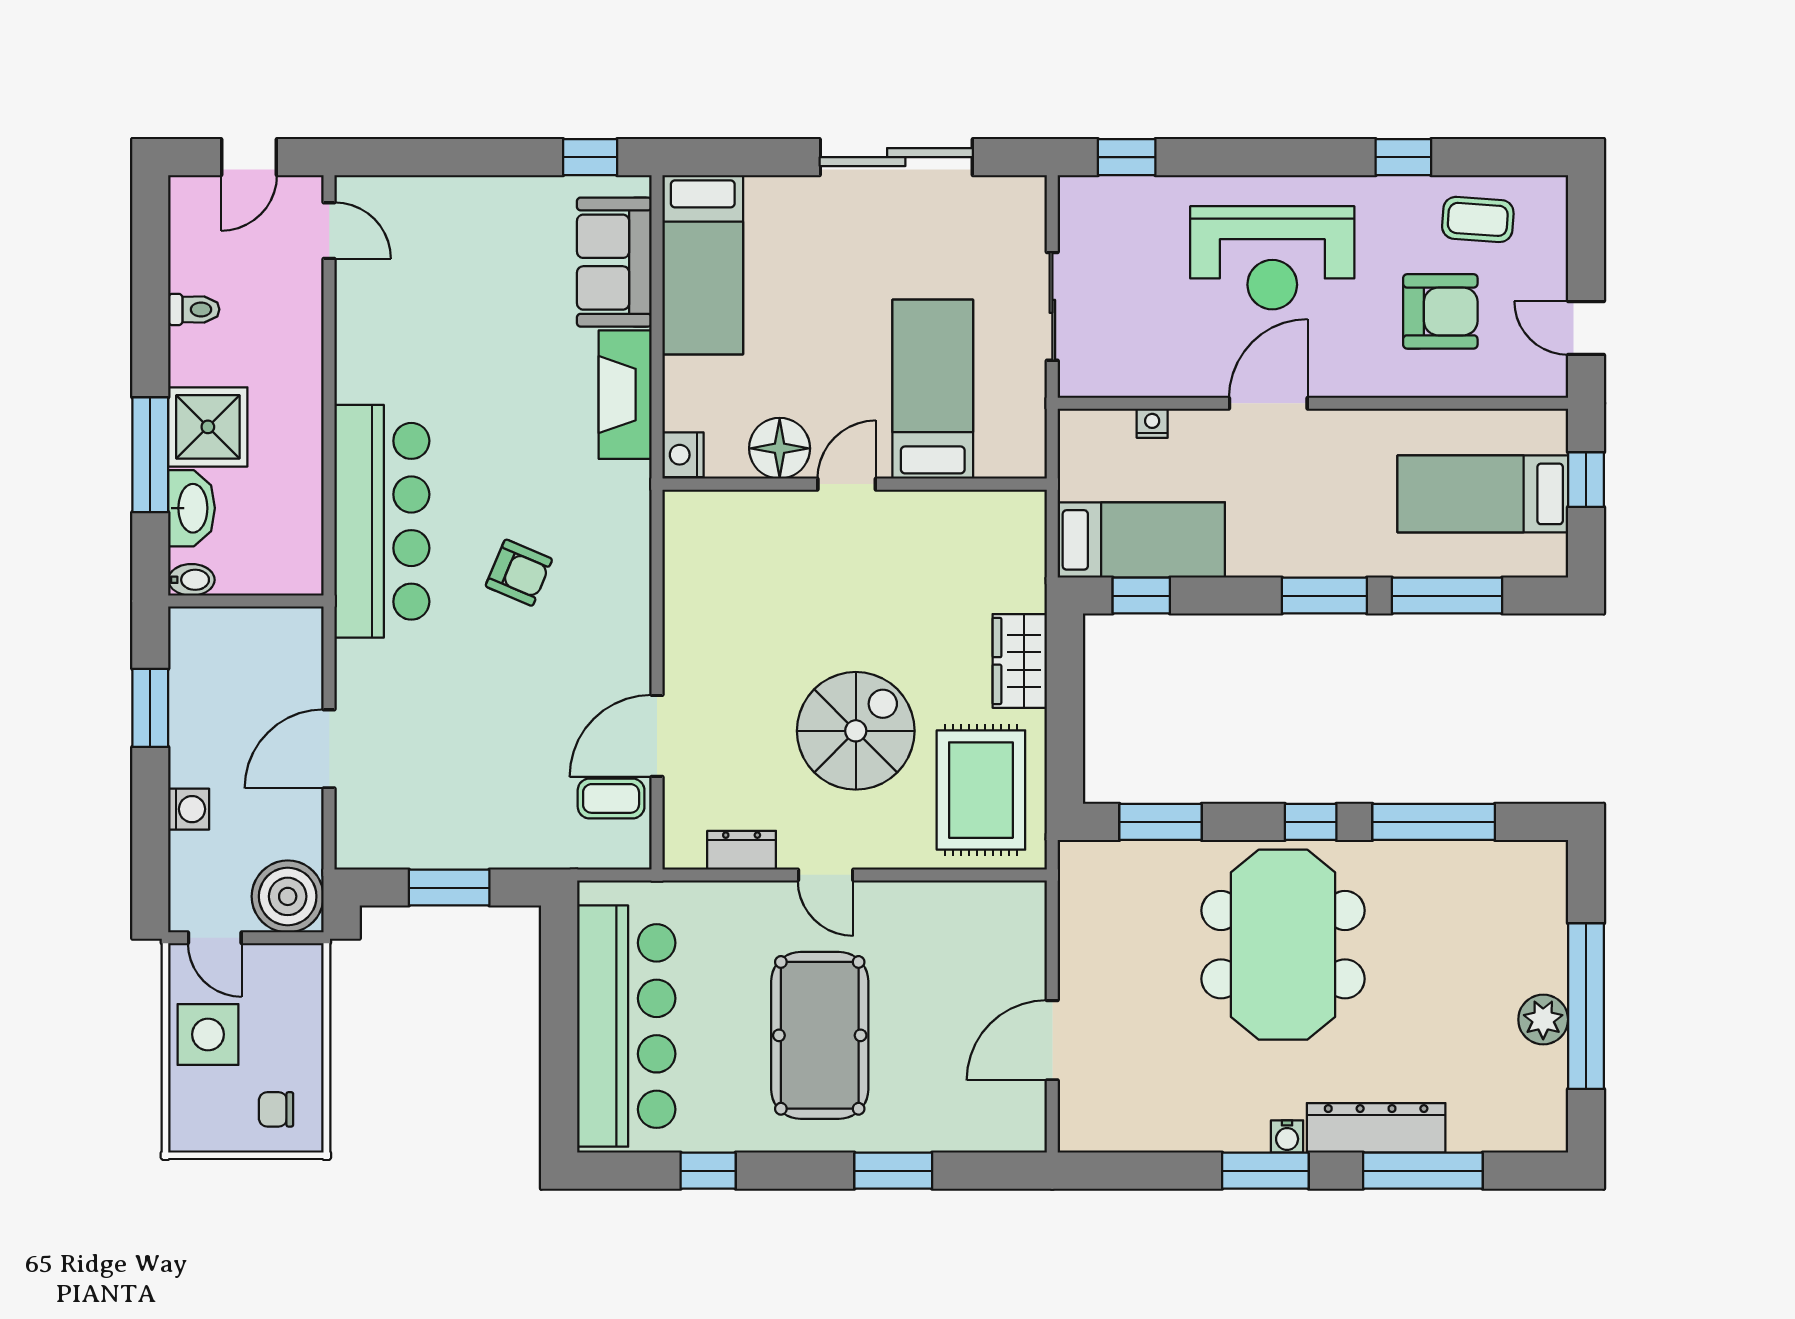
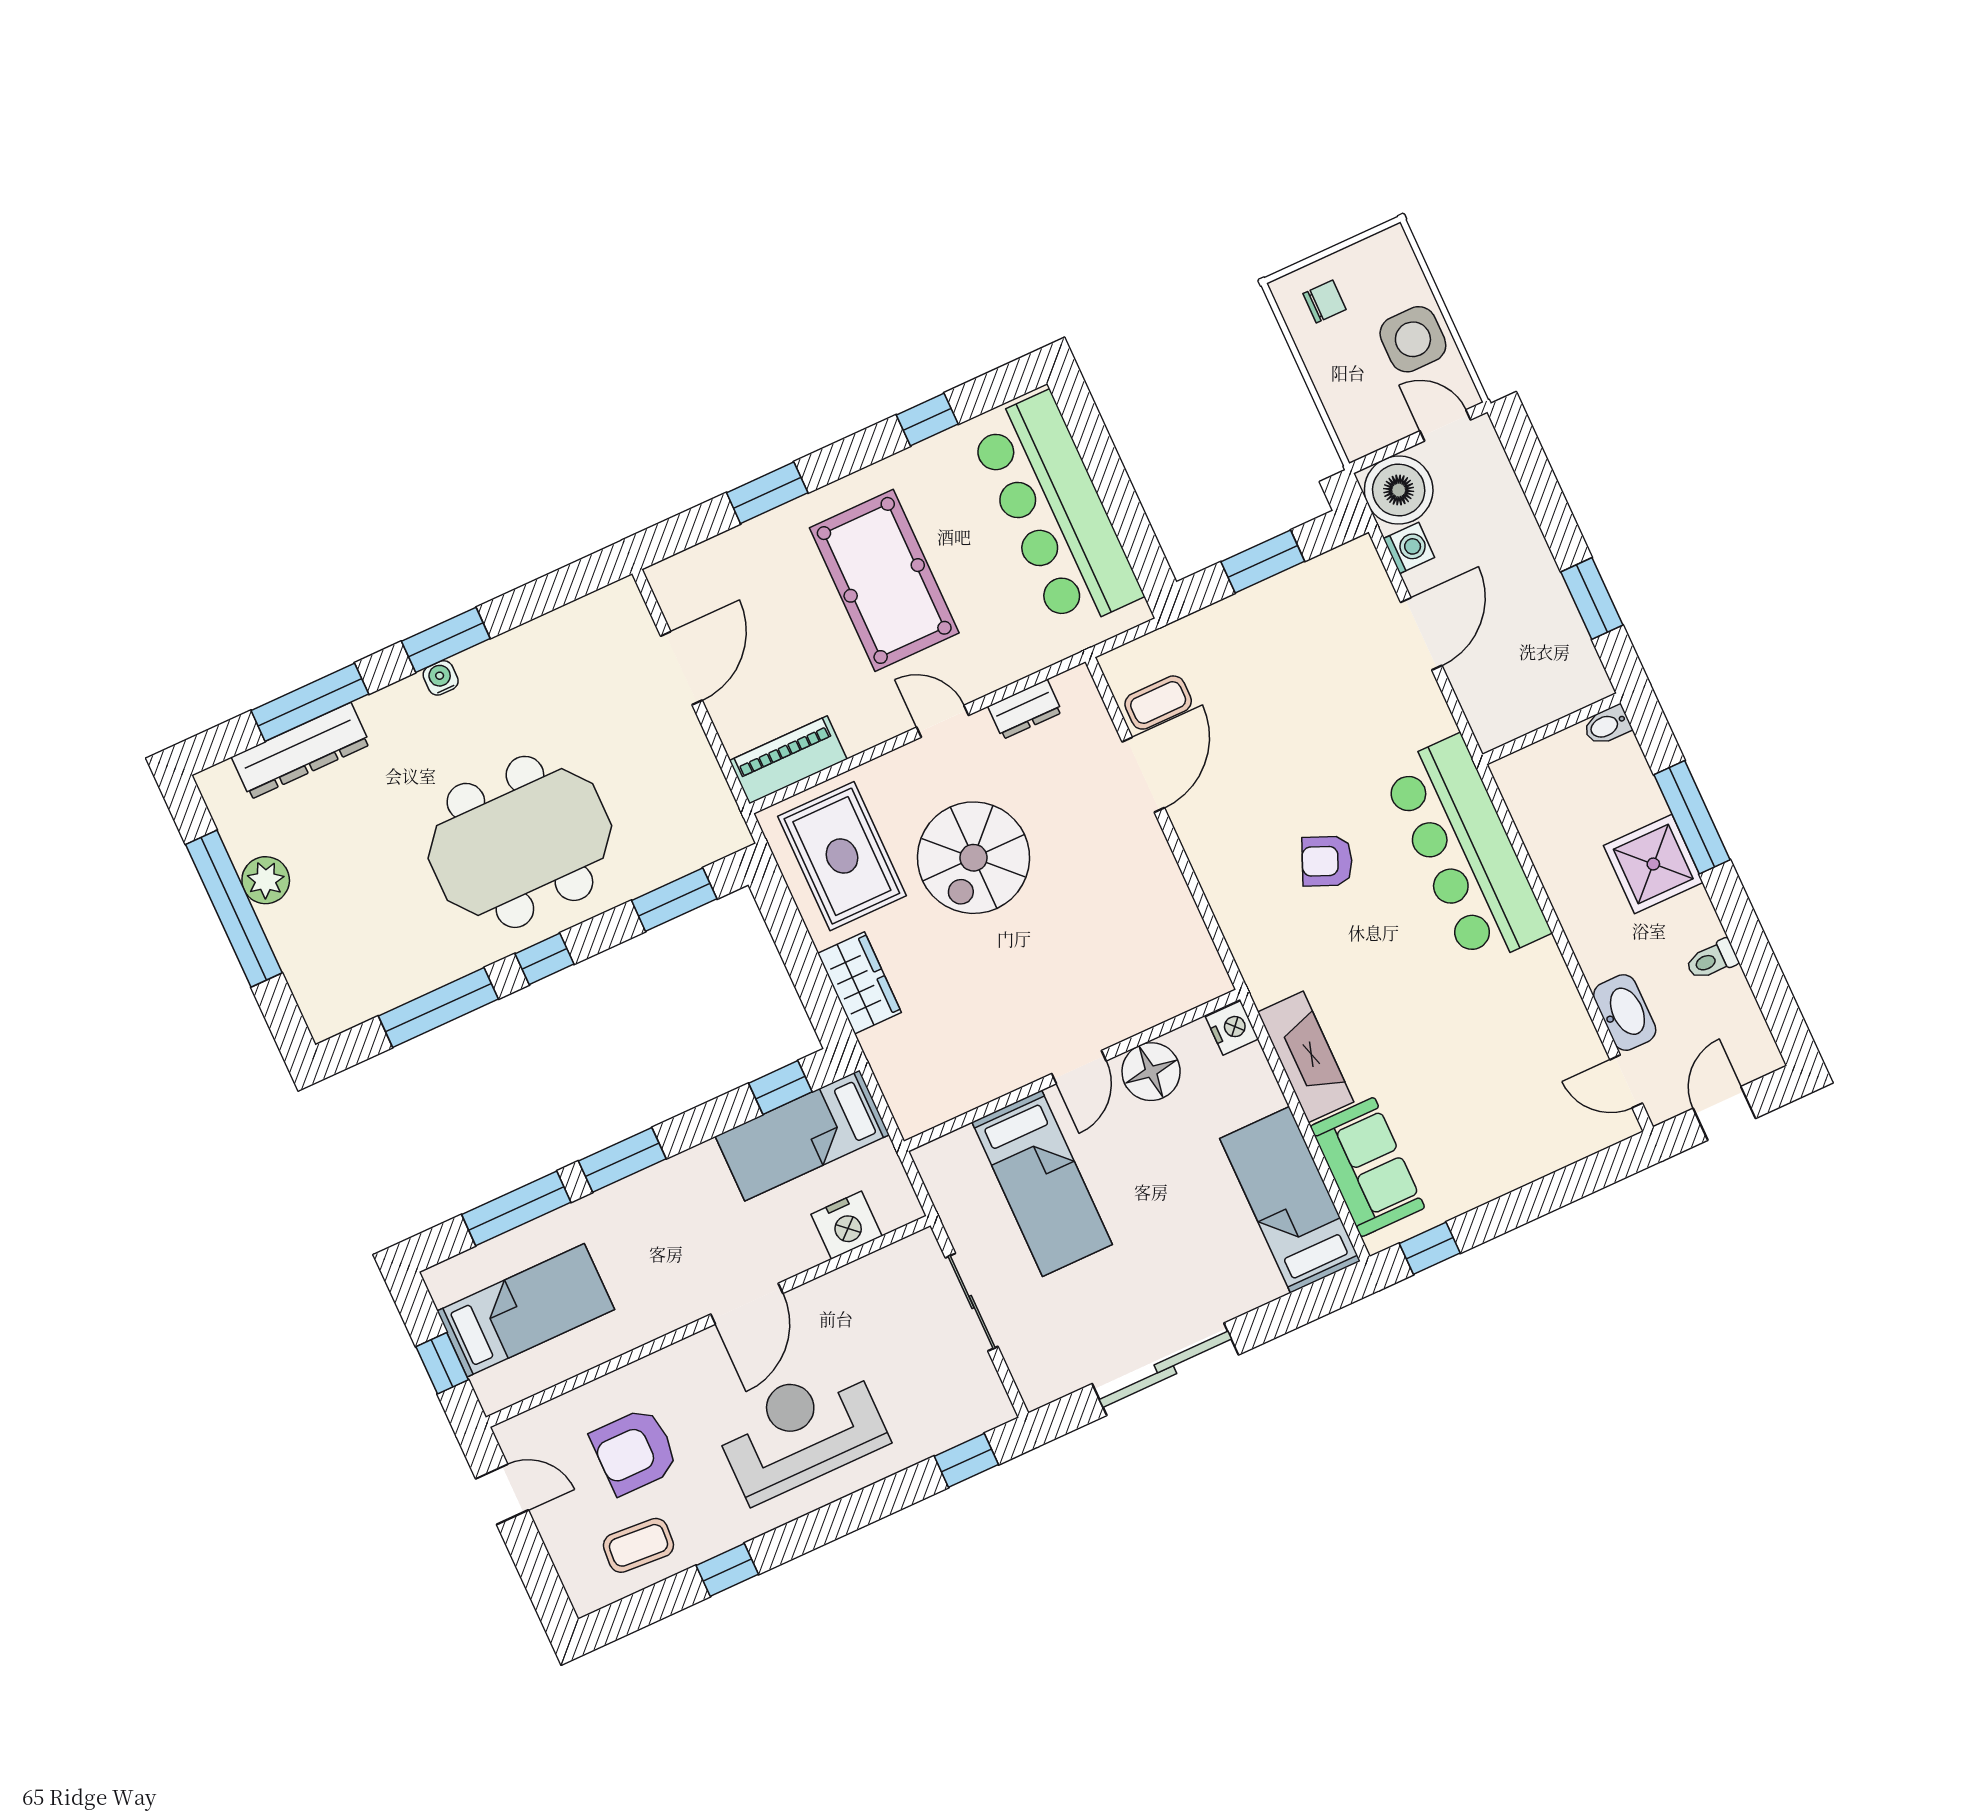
nightstand: (1152, 423) -> (846, 1225), width x1.89, depth x1.79
washbasin: (192, 508) -> (1625, 1013), moved, turned 180
washing machine: (189, 809) -> (1409, 548), moved, turned 180
piano: (990, 906) -> (788, 760), added
meeting table: (1283, 945) -> (520, 842), turned 90
dresser: (1376, 1128) -> (301, 751), moved

